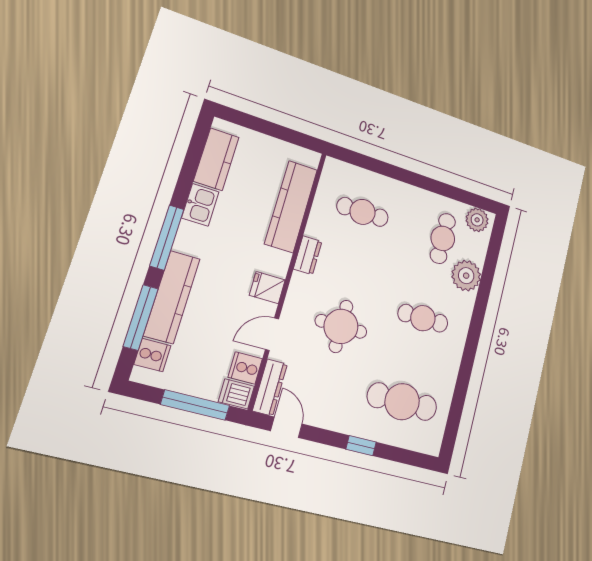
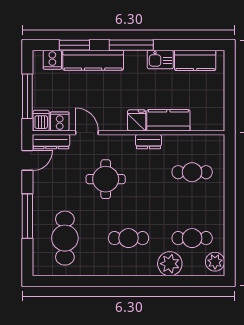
kitchen counter: (291, 206) -> (168, 120), width x0.67
cafe table: (363, 212) -> (192, 172), turned 90
fridge: (267, 288) -> (137, 120), moved
window: (141, 317) -> (74, 45), width x0.69
cafe table: (423, 318) -> (129, 238), turned 90
window: (361, 446) -> (27, 216), width x2.17

